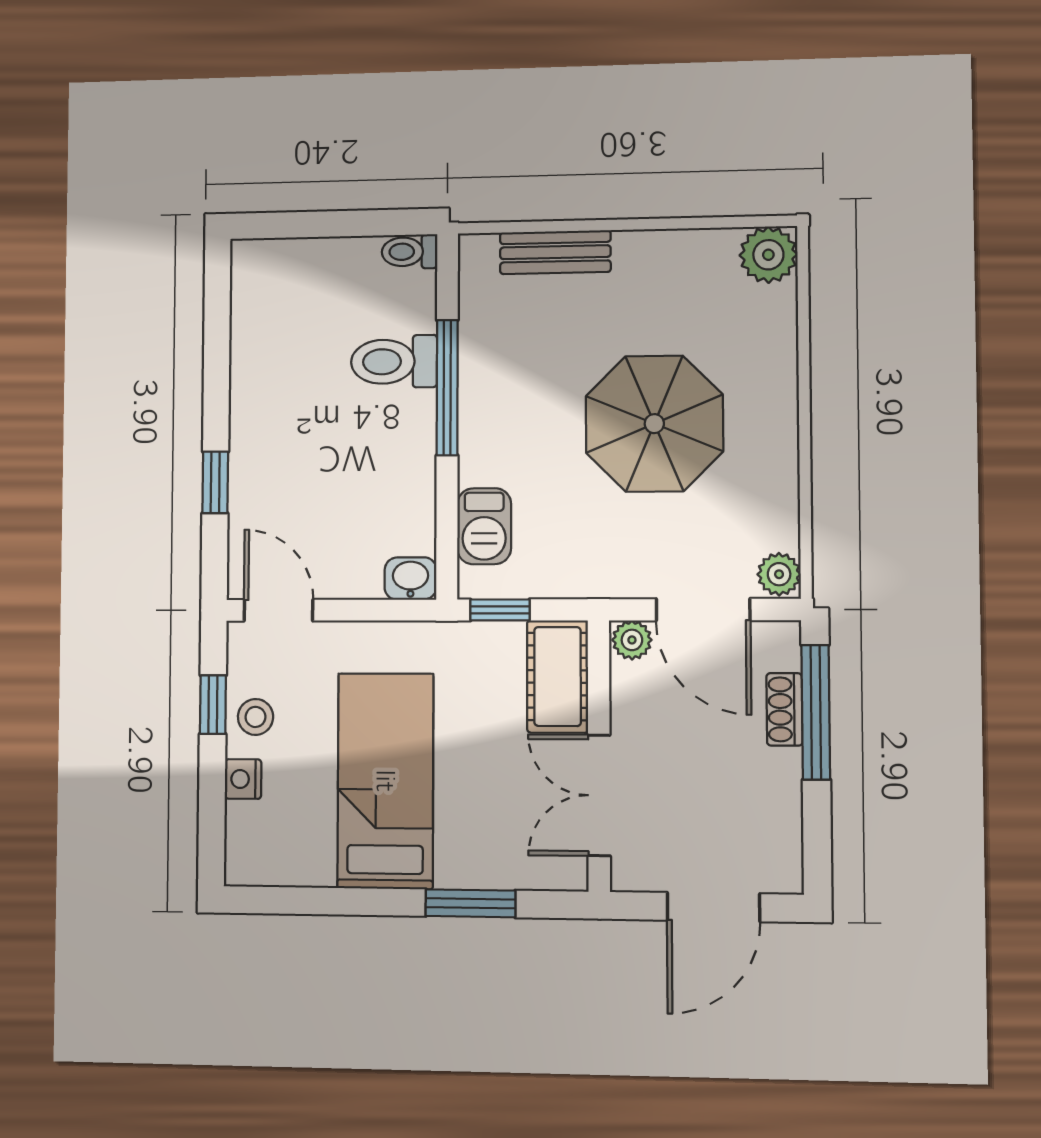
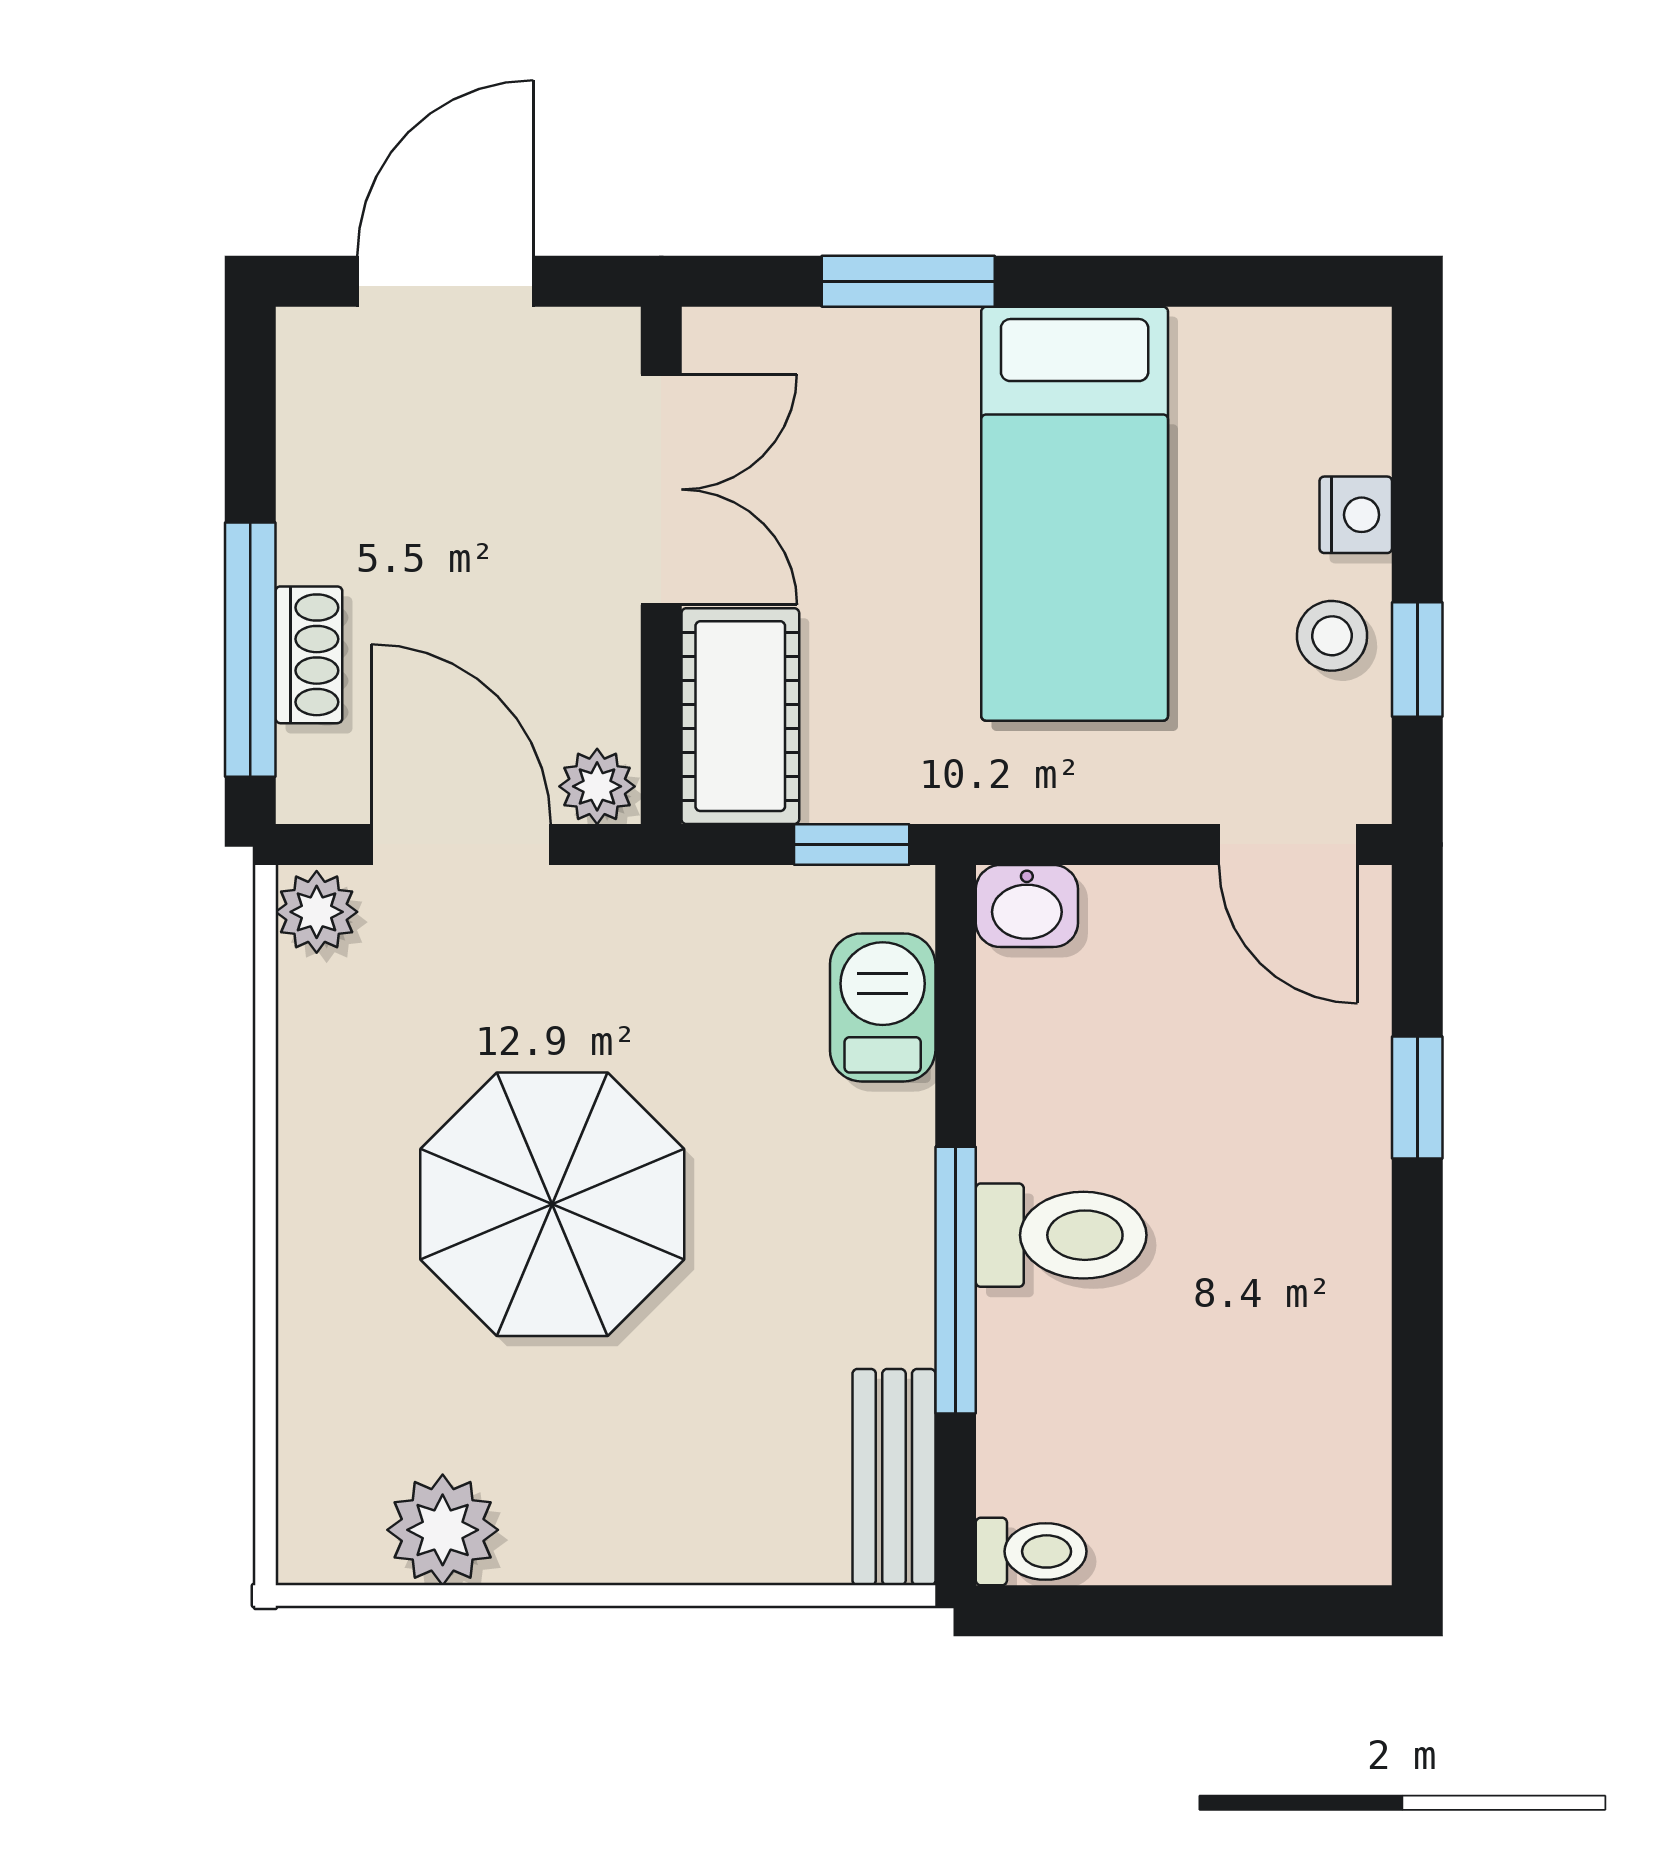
bench: (555, 252) -> (894, 1477), moved, turned 90
plant: (768, 255) -> (443, 1530), moved
toilet: (394, 362) -> (1061, 1235), moved

